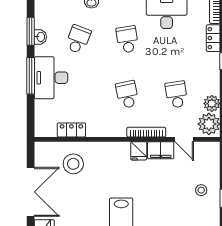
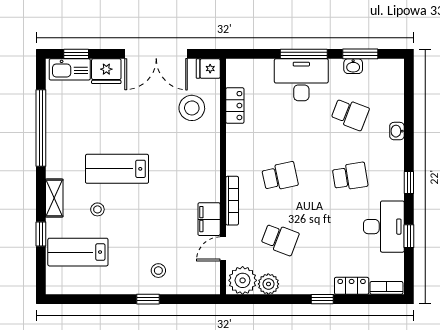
school desk: (176, 95) -> (280, 239), turned 30
fridge: (139, 151) -> (208, 69), moved

